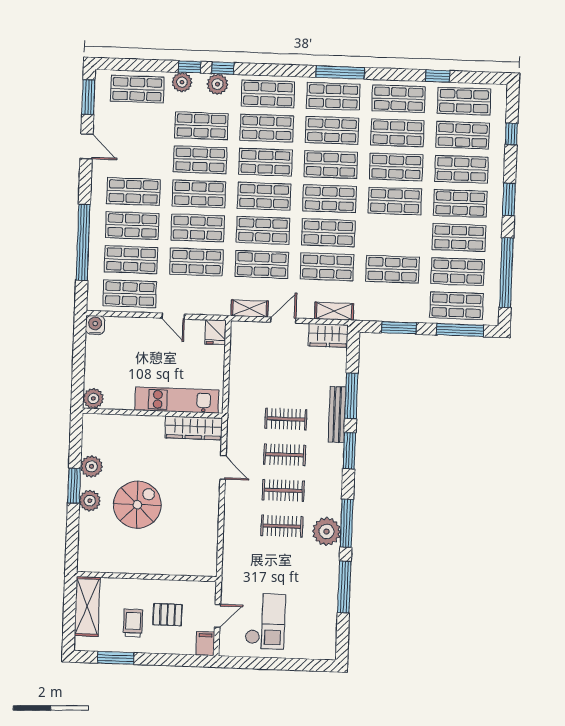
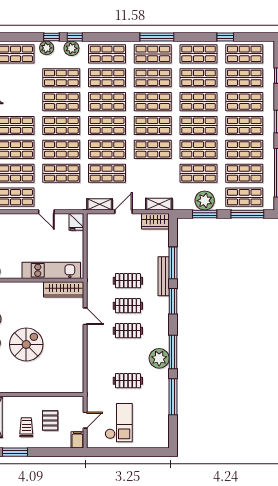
shop shelf: (327, 267) -> (199, 149), moved
plant: (400, 308) -> (205, 201), added
clothes rail: (282, 526) -> (128, 381), moved
pallet: (167, 615) -> (50, 420), turned 90

